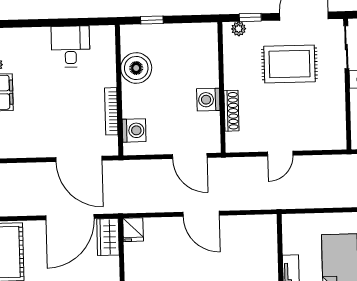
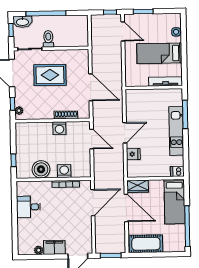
rug: (289, 64) -> (50, 75), moved, turned 90
washing machine: (134, 130) -> (64, 171), moved
door: (280, 154) -> (91, 87), width x1.88
door: (190, 156) -> (92, 139), hinge flipped
fridge: (133, 230) -> (133, 154), moved

